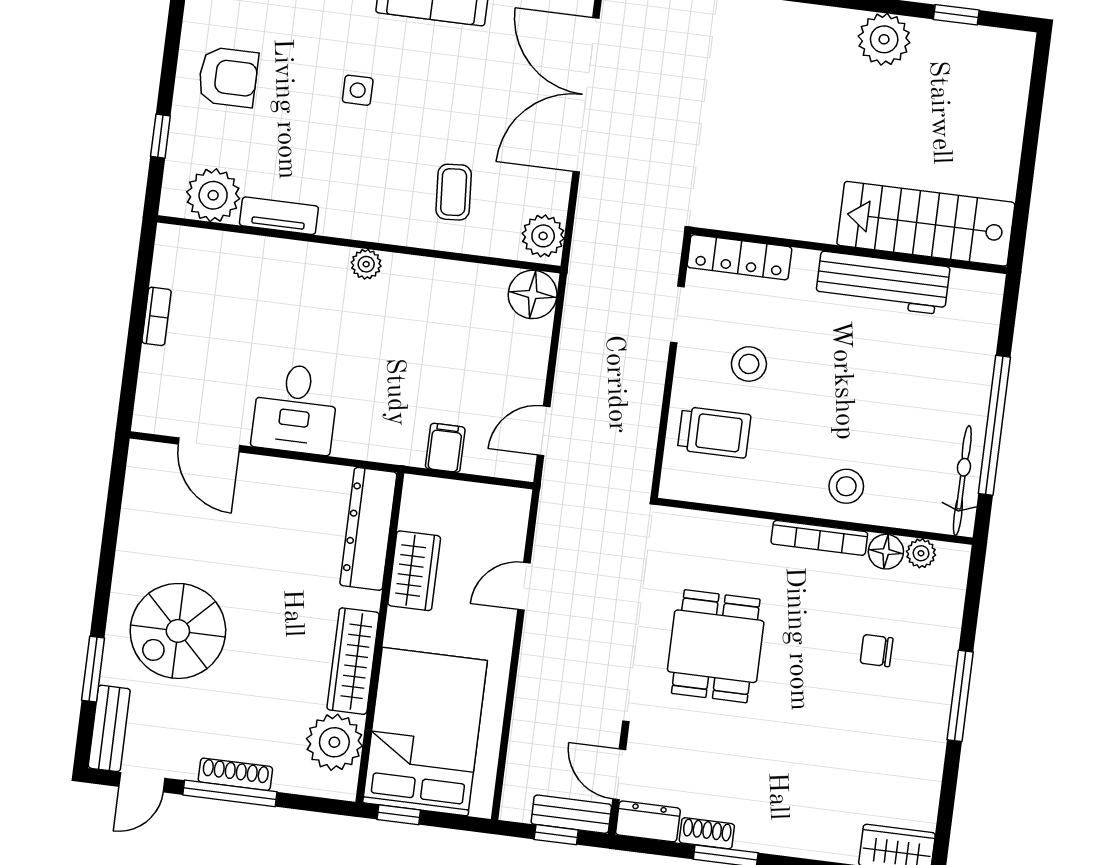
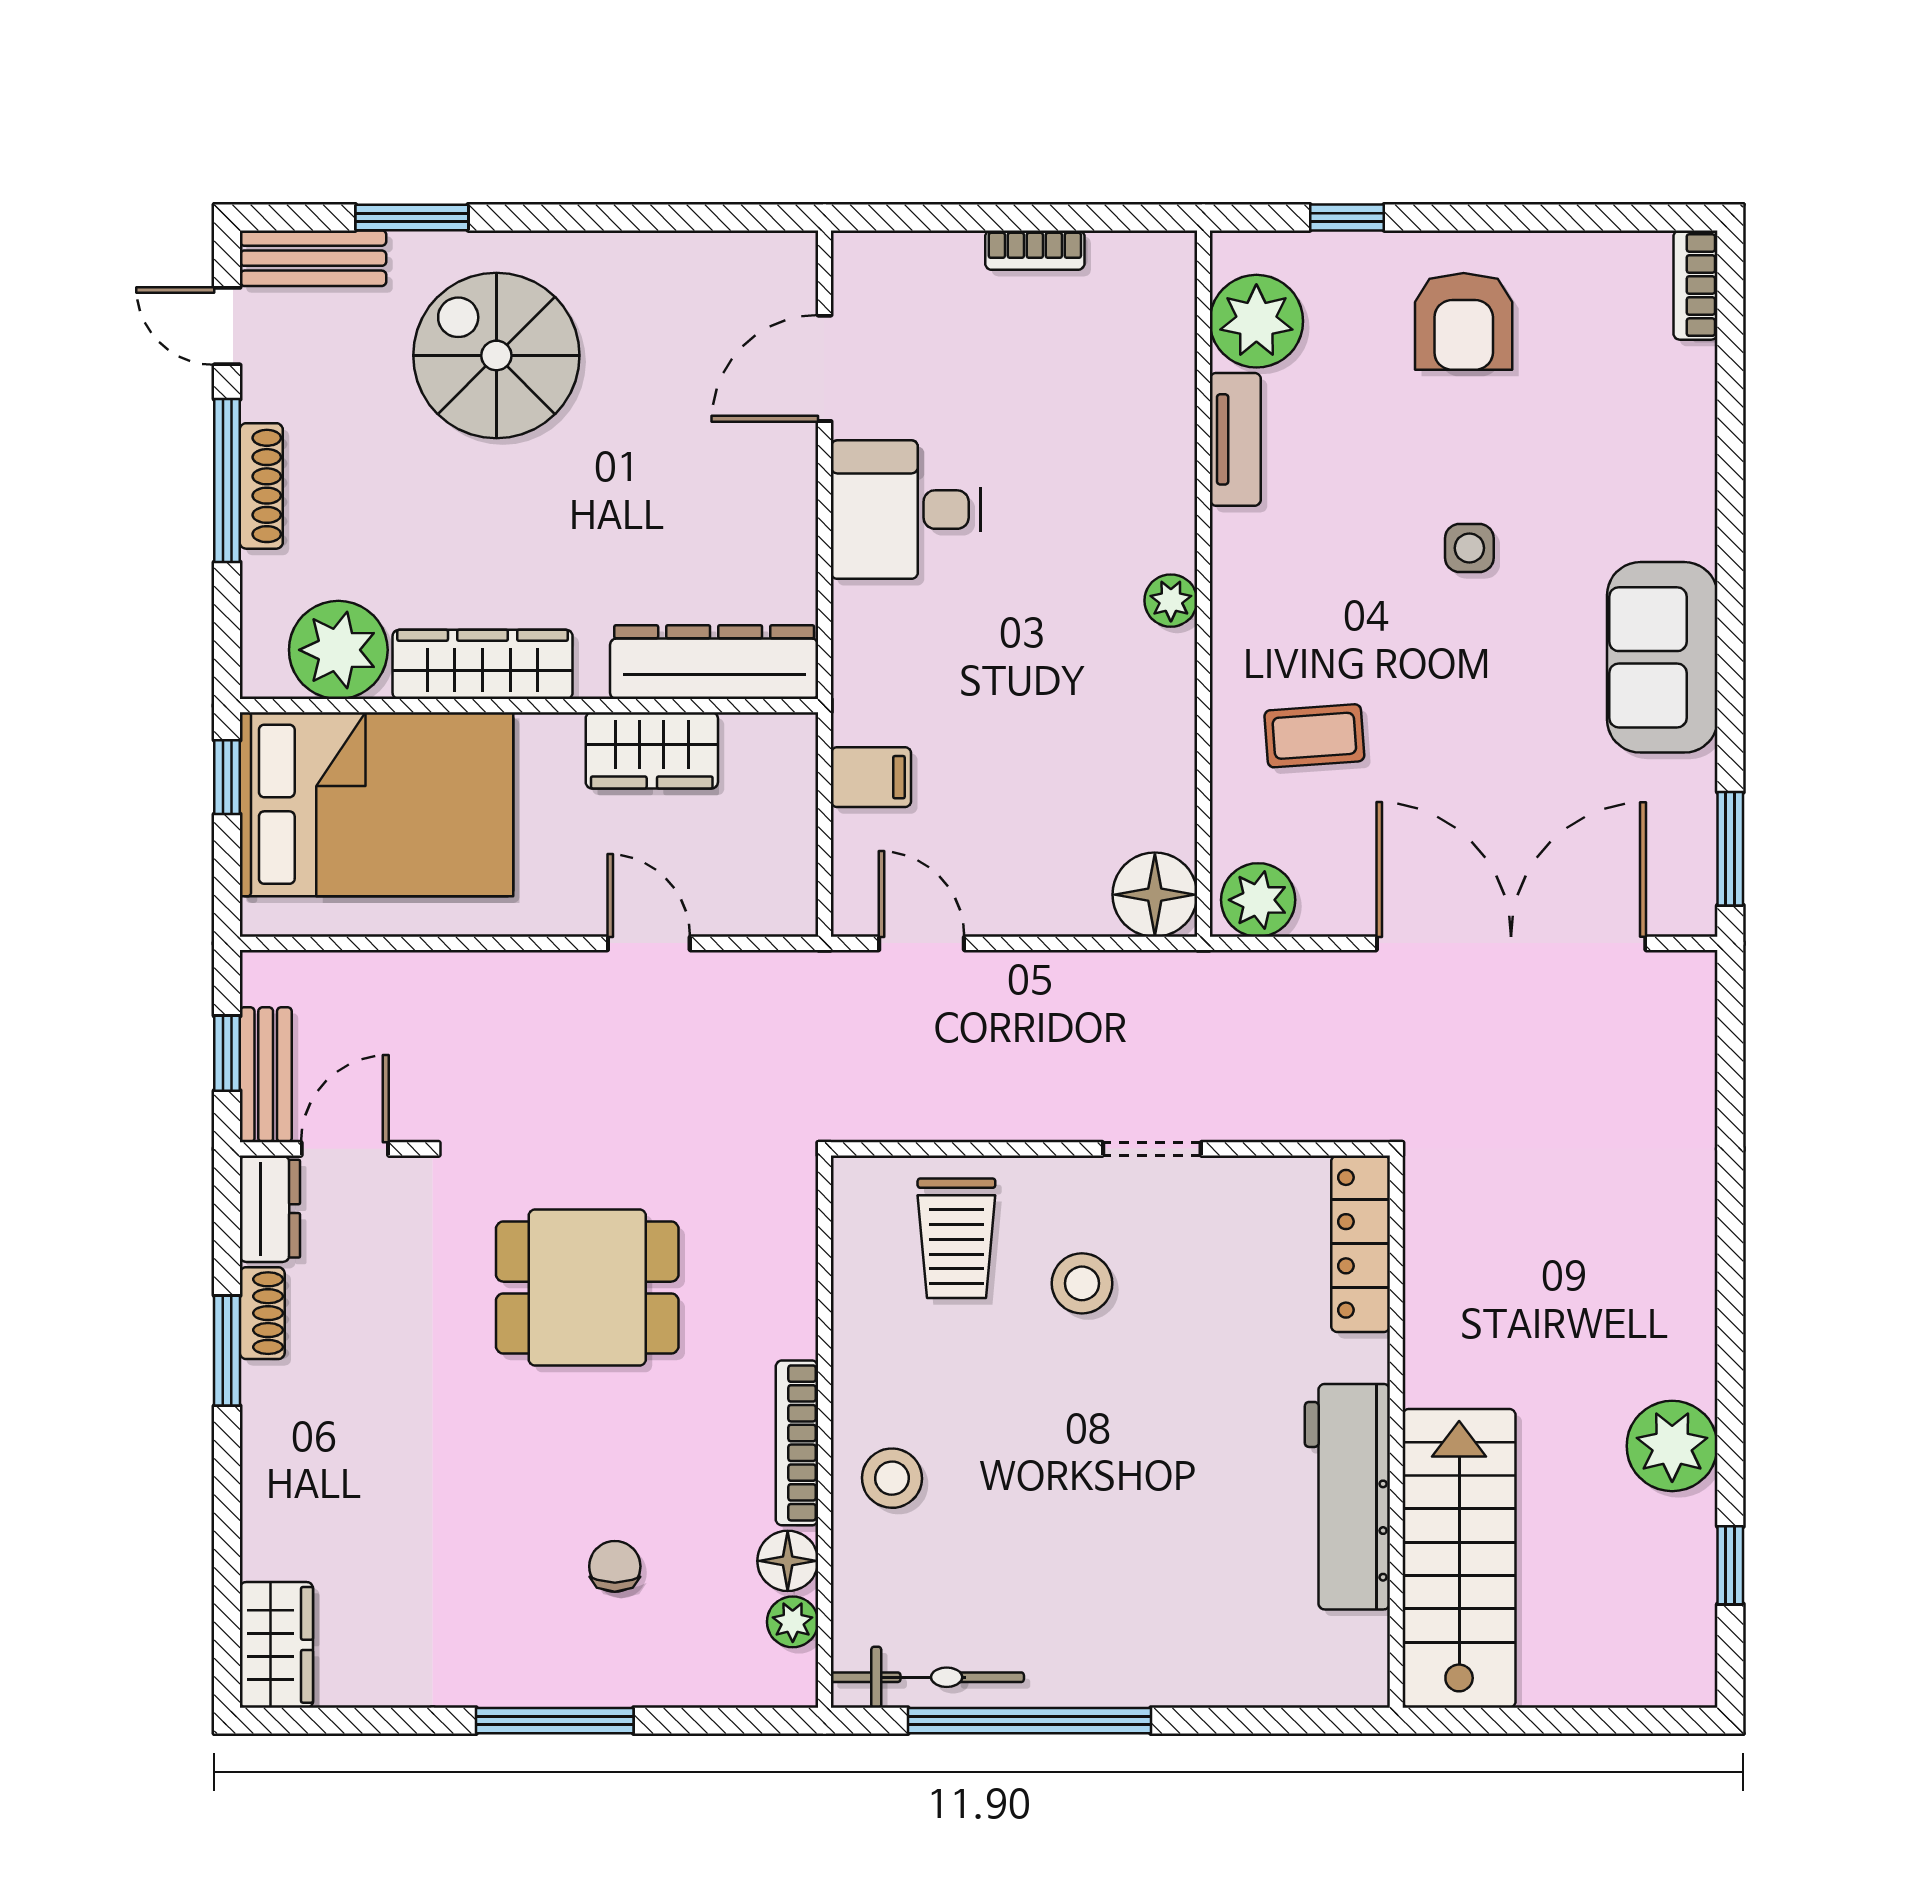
stairs: (926, 224) -> (1459, 1558), moved
wall: (849, 250) -> (1396, 1432), moved
locker: (739, 257) -> (1361, 1244), moved
workbench: (883, 283) -> (1347, 1497), moved

